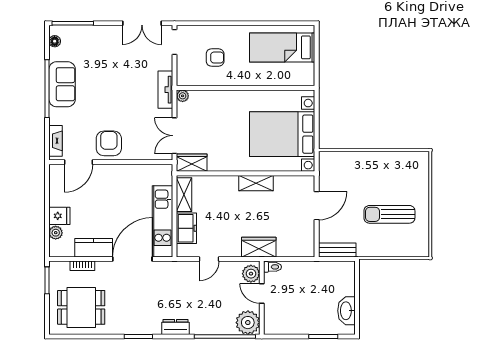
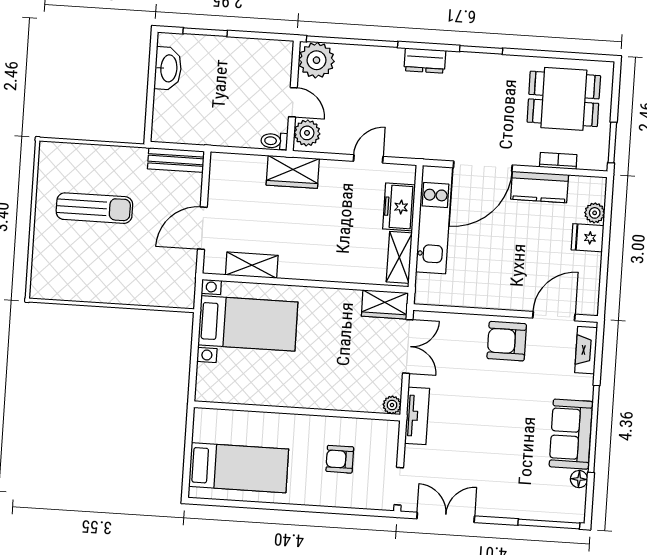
floor lamp: (55, 41) -> (579, 479), moved
bed with nightstands: (282, 134) -> (248, 323), width x0.73
armchair: (109, 143) -> (507, 341), turned 90
shelving: (256, 183) -> (252, 265), moved

